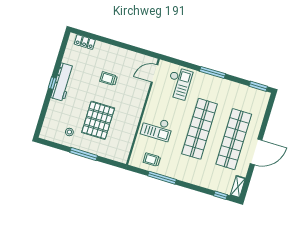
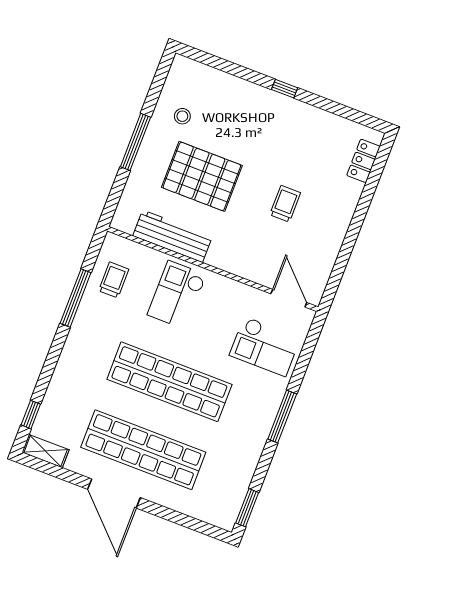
workbench: (62, 82) -> (172, 236), moved, turned 180

